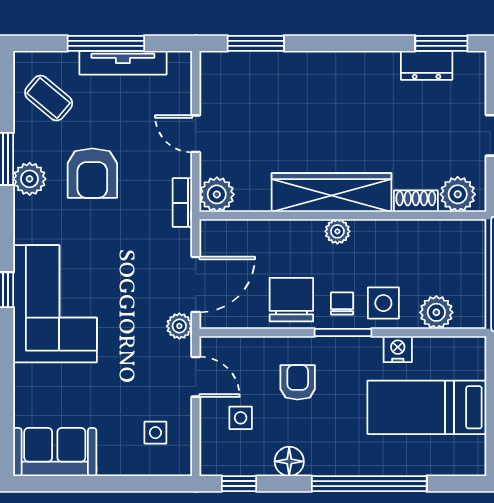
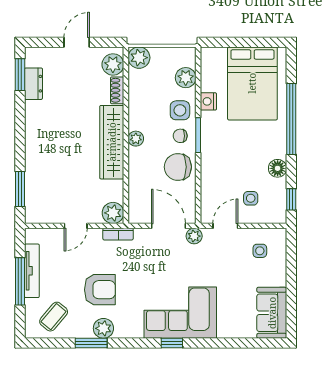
plant: (469, 237) -> (139, 58), added
armchair: (298, 382) -> (229, 163), removed
bed: (427, 407) -> (252, 83), width x1.50

